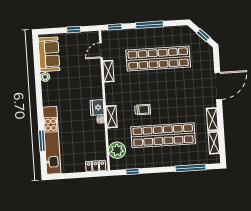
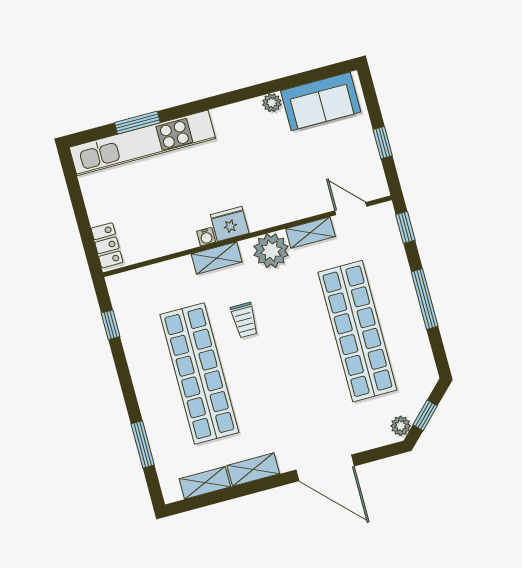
plant: (206, 47) -> (401, 426), added
plant: (117, 150) -> (271, 251), moved
window: (191, 168) -> (143, 444), width x0.69

